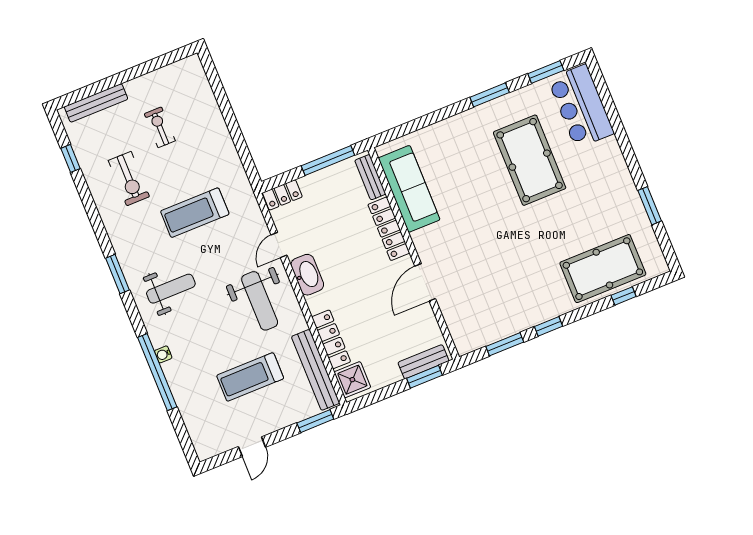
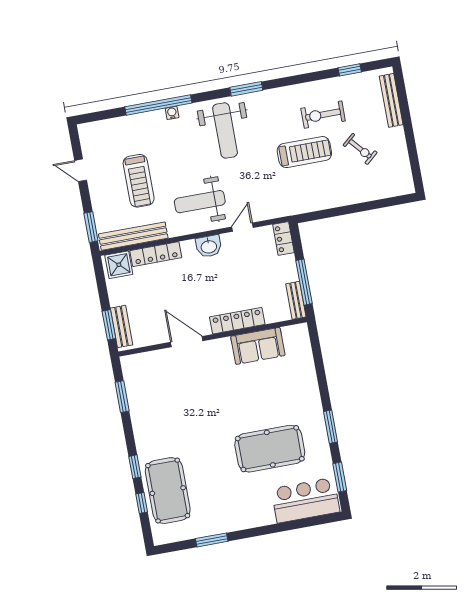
exercise bike: (160, 127) -> (360, 149), turned 49
bench: (370, 177) -> (296, 300), moved, turned 90
sofa: (409, 189) -> (258, 346), width x0.73
treadmill: (195, 213) -> (304, 152), moved, turned 90
door: (279, 245) -> (243, 227), hinge flipped
washbasin: (307, 275) -> (209, 246), width x0.72
weight bench: (171, 289) -> (225, 130), width x1.36, depth x1.33
window: (548, 326) -> (135, 467), moved
treadmill: (250, 377) -> (139, 181), turned 180

